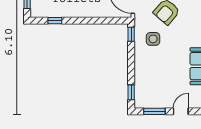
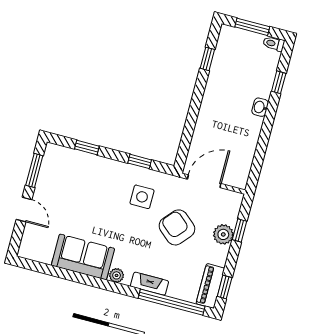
window: (131, 34) -> (140, 161), moved
window: (131, 92) -> (87, 148), moved

